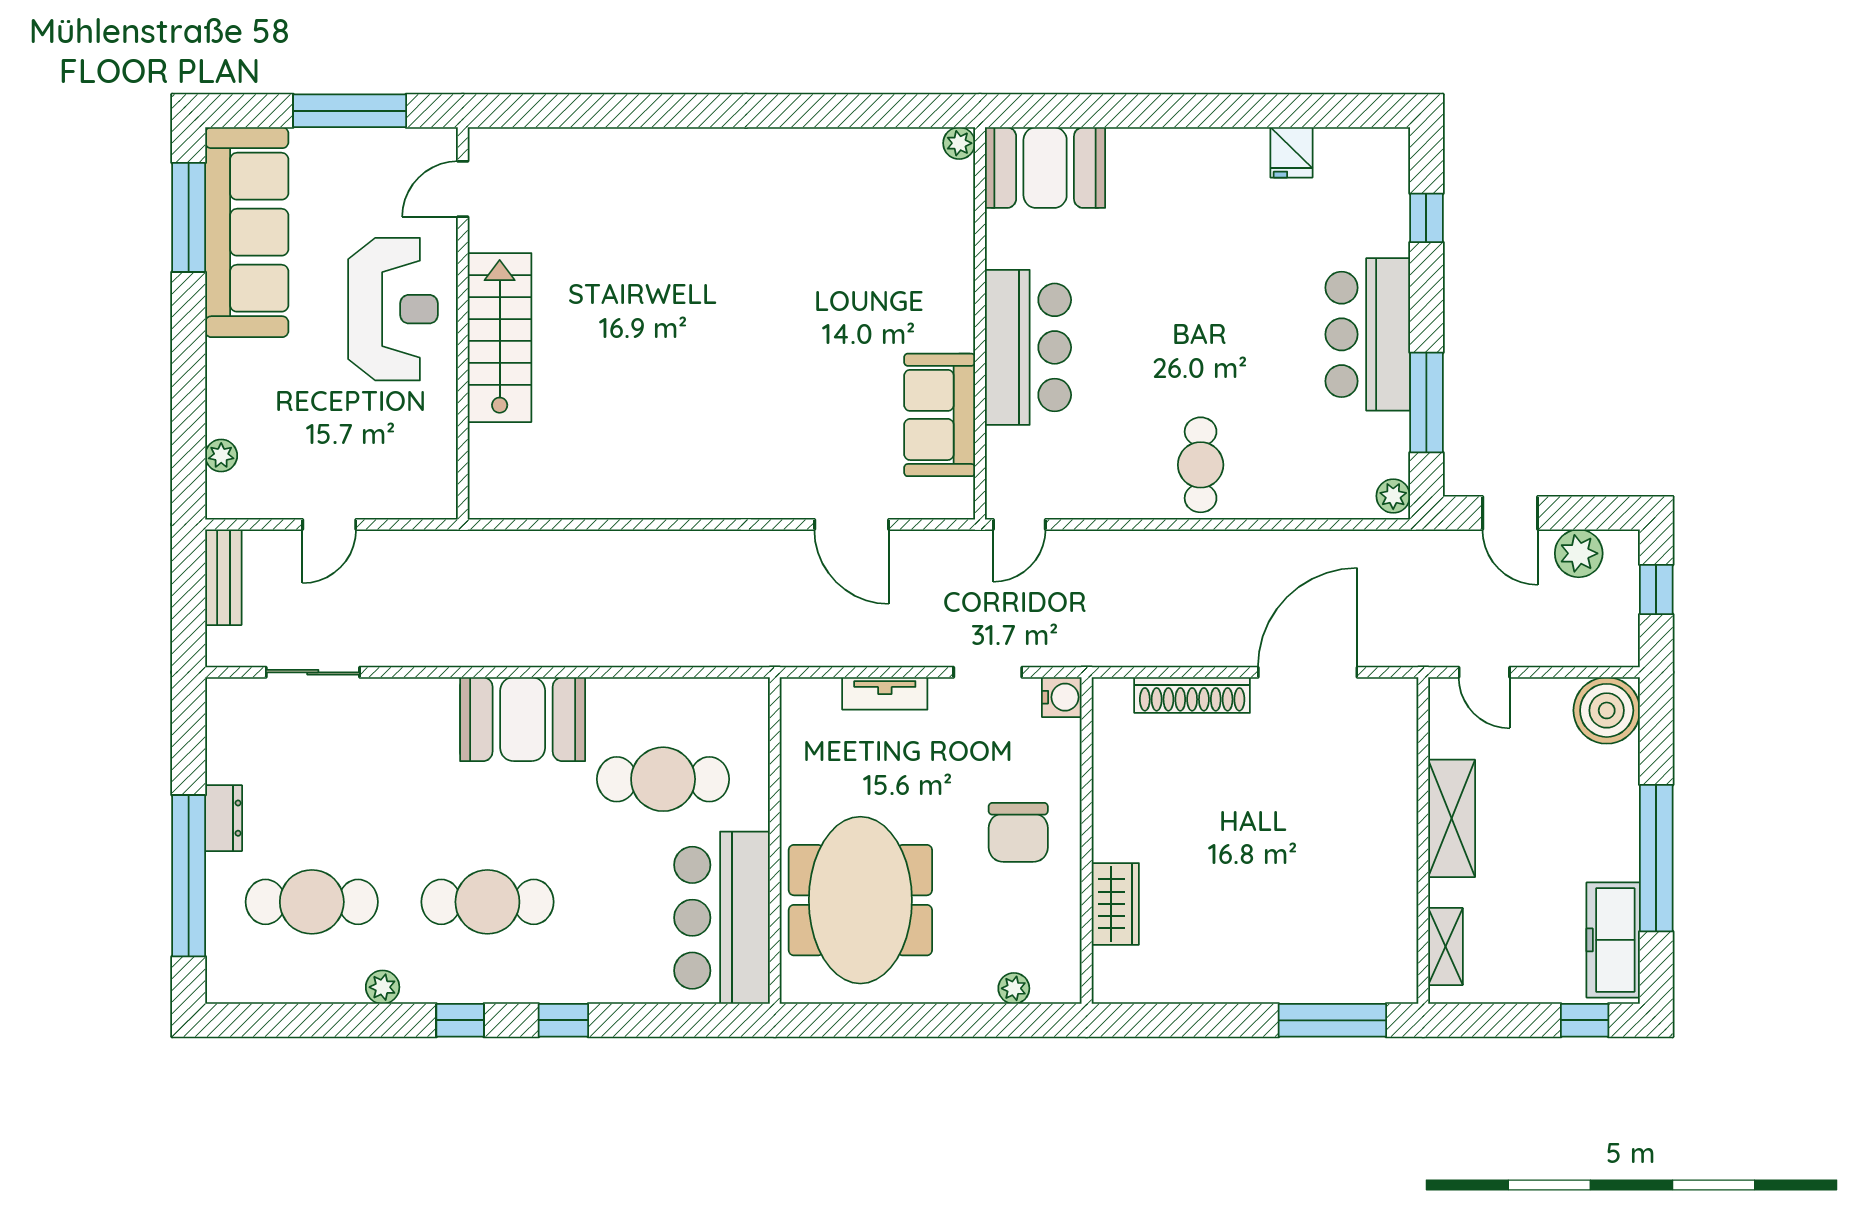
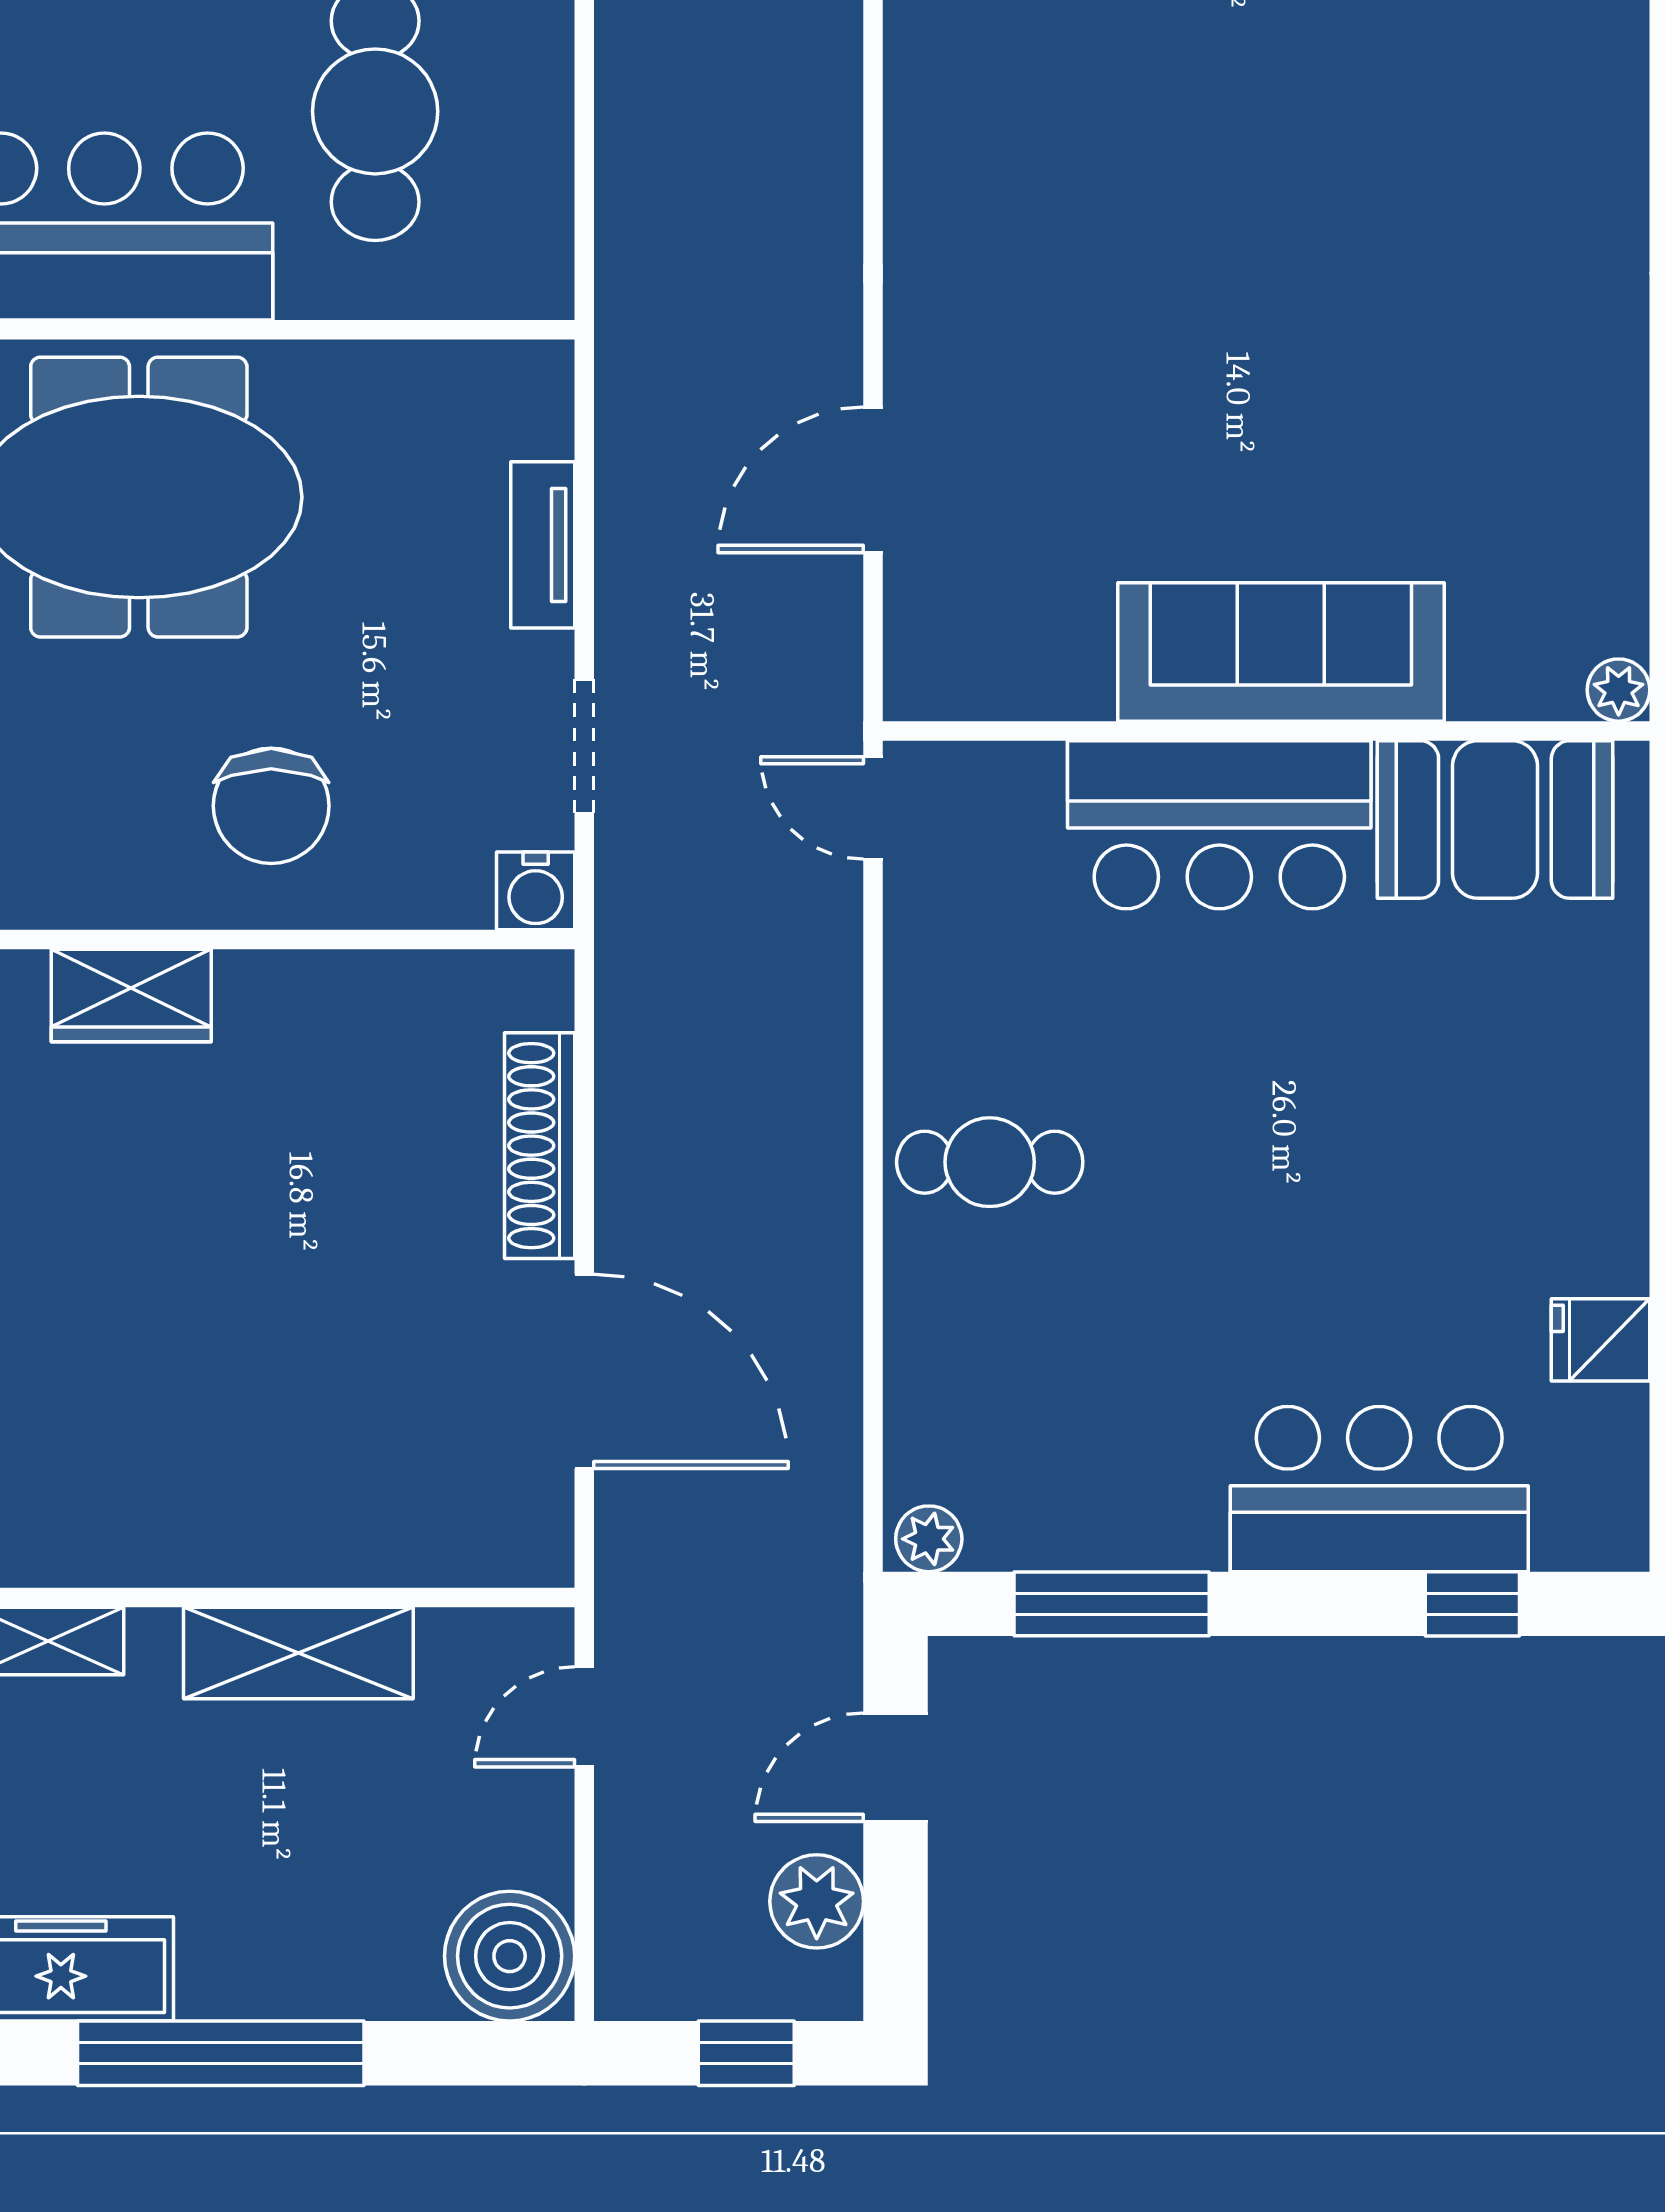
booth: (1045, 168) -> (1495, 819), moved, turned 90
bar counter: (1368, 334) -> (1379, 1489), moved
sofa: (940, 415) -> (1281, 652), moved, width x1.36
chair: (1018, 832) -> (271, 806), turned -90

